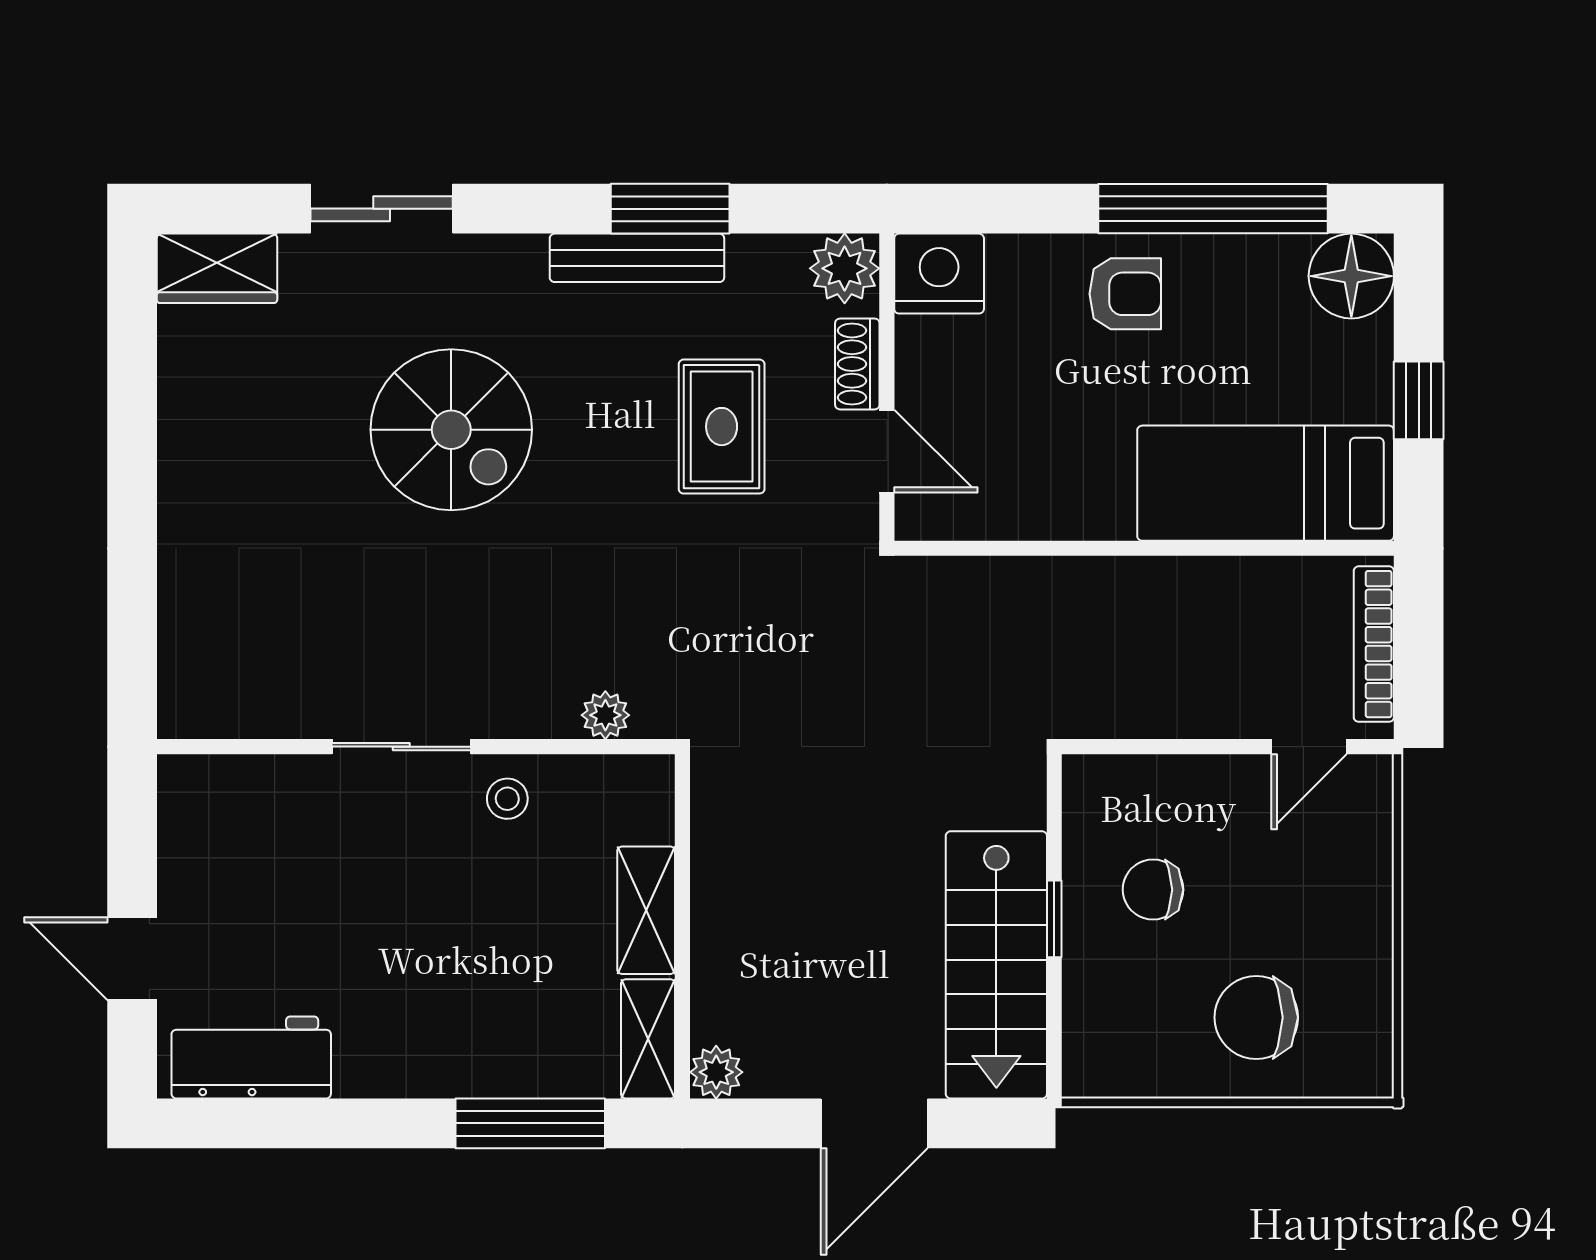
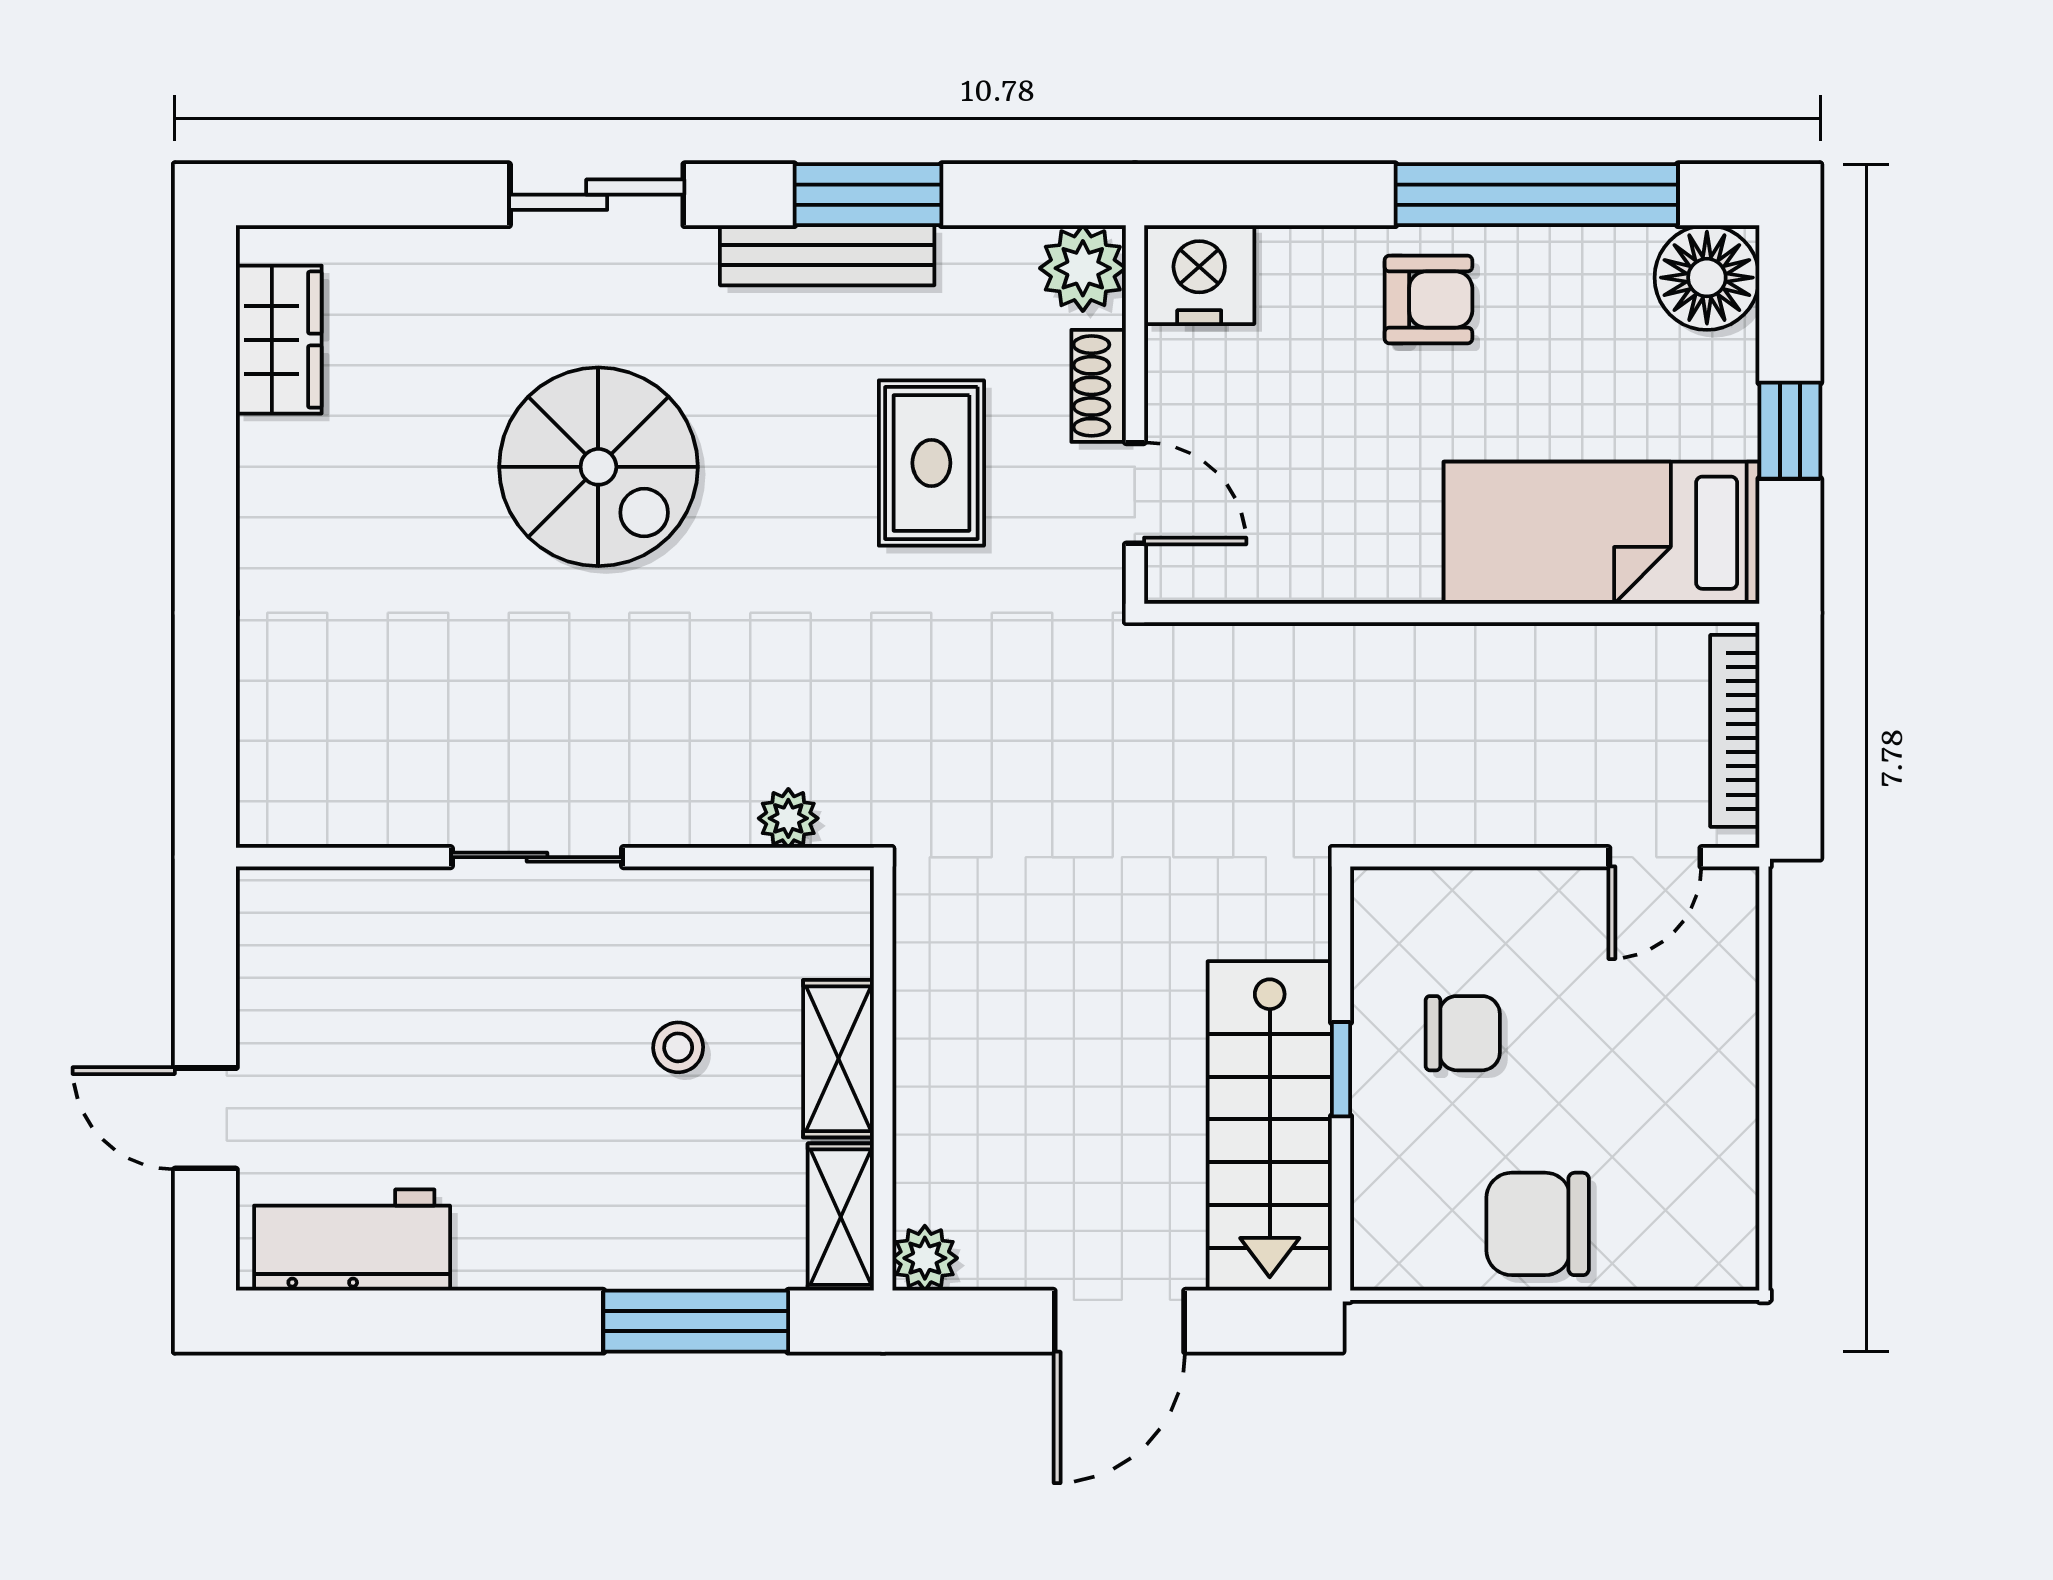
sliding door: (382, 209) -> (597, 195), moved
wardrobe: (217, 268) -> (279, 340), moved, turned -90
stool: (507, 799) -> (678, 1047), moved
chair: (1153, 890) -> (1463, 1033), turned 180
chair: (1256, 1017) -> (1538, 1224), moved

